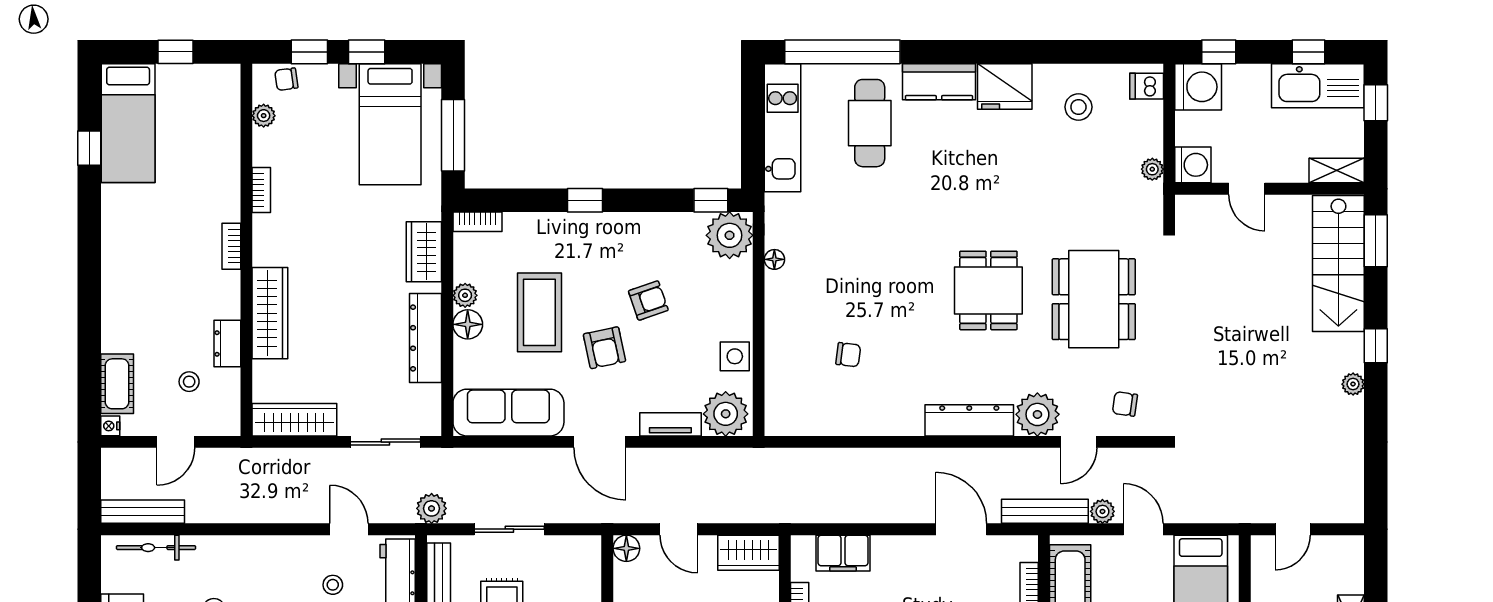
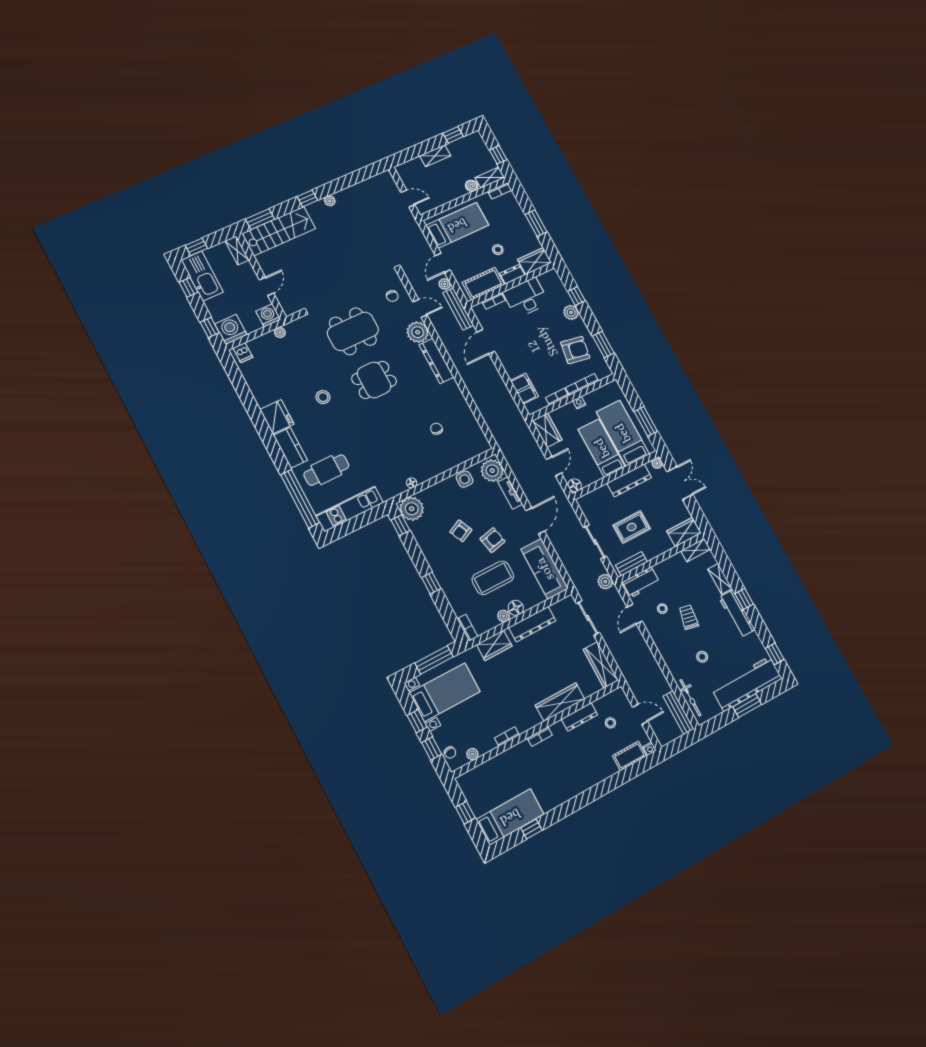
stool: (1078, 107) -> (323, 397), moved
armchair: (648, 301) -> (461, 531), turned -96
dresser: (227, 343) -> (580, 717), width x1.44

